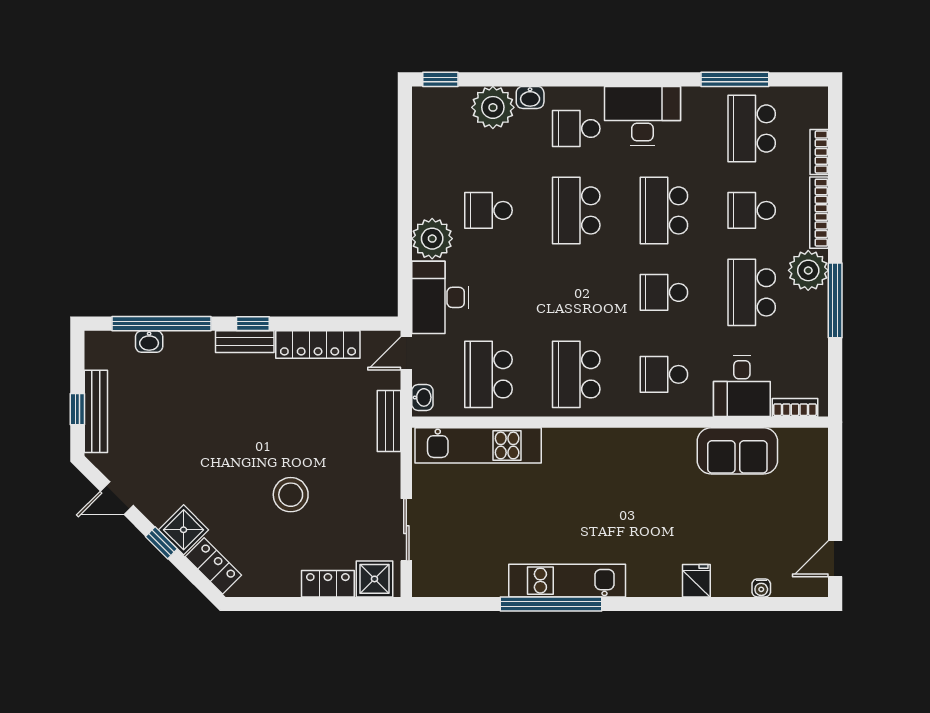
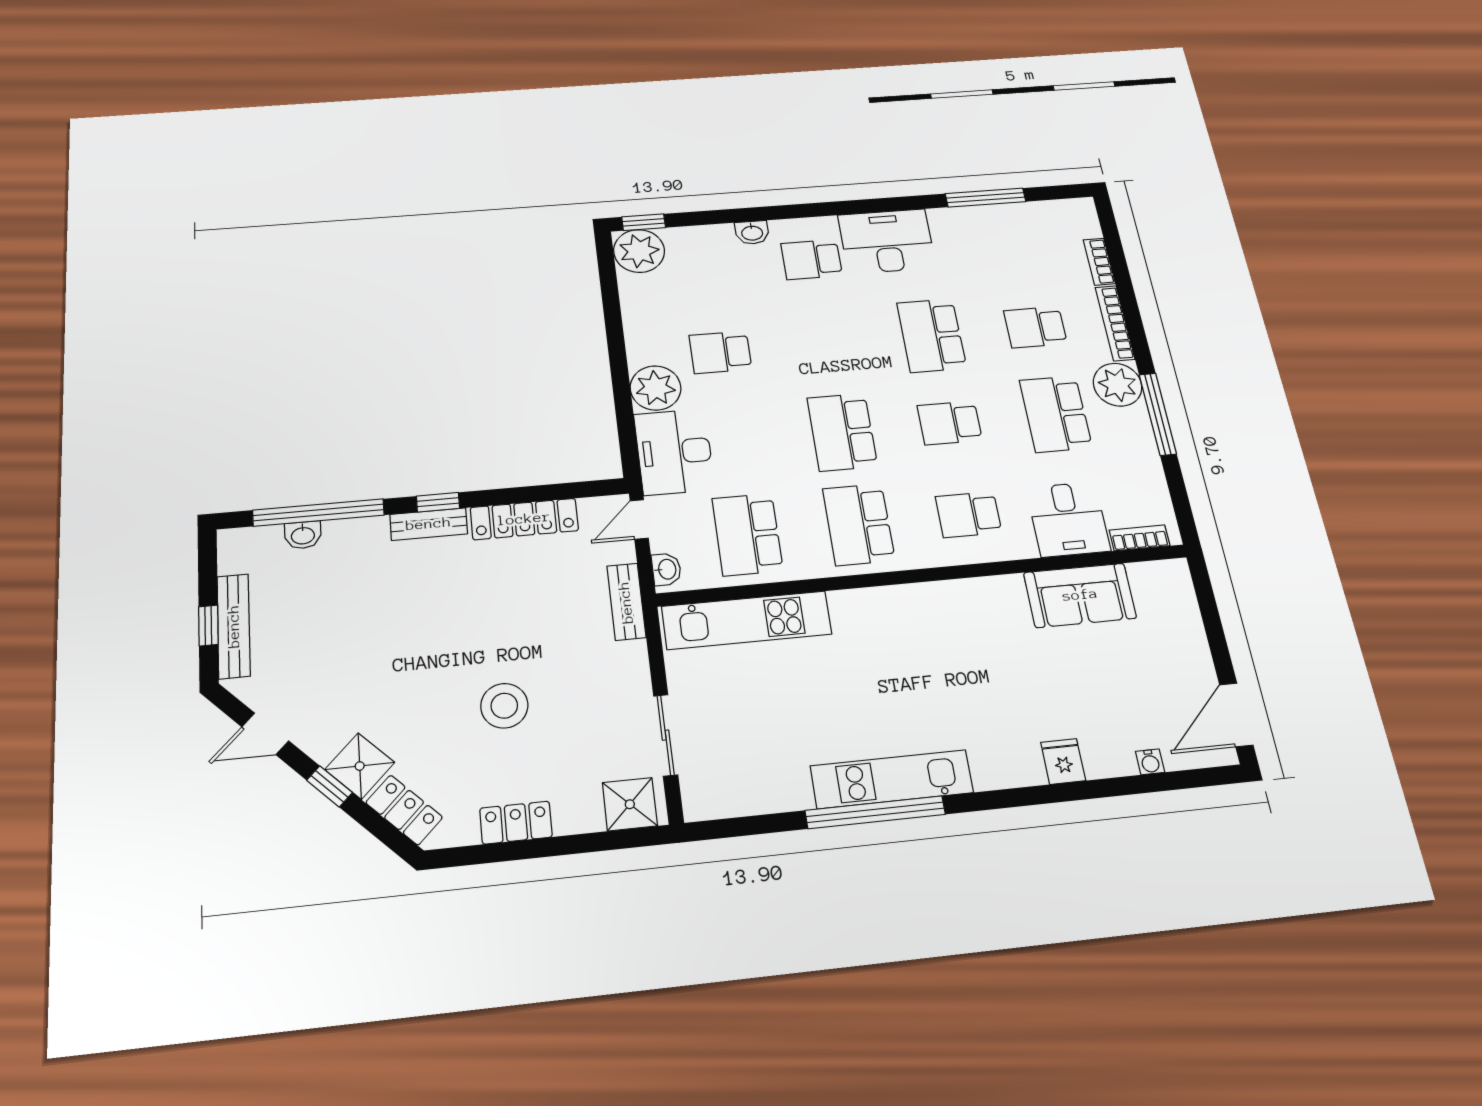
plant: (493, 107) -> (639, 251), moved
school desk: (752, 129) -> (1016, 244), removed
school desk: (576, 210) -> (842, 432), moved
door: (835, 559) -> (1236, 715), width x1.38
locker: (328, 584) -> (516, 823), moved

